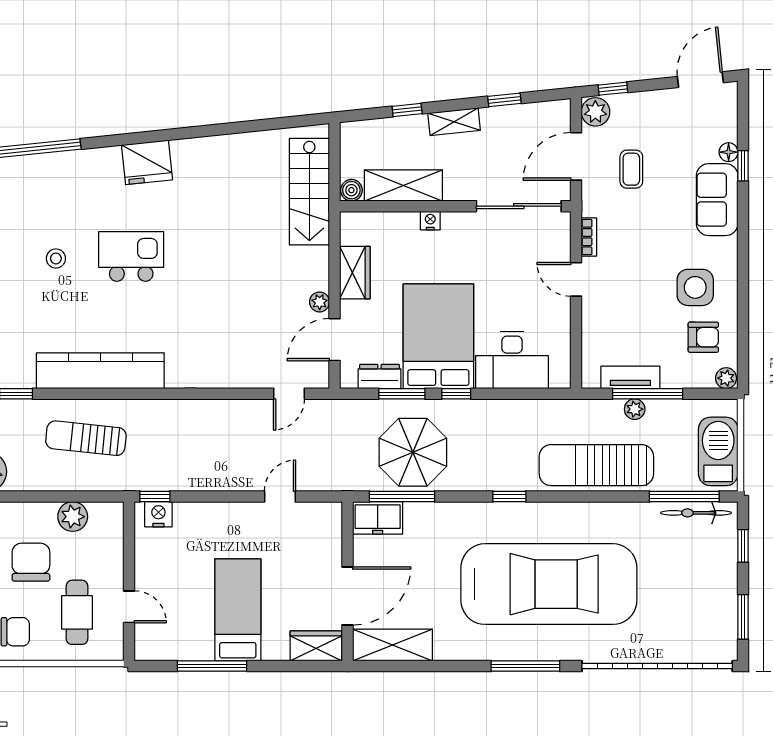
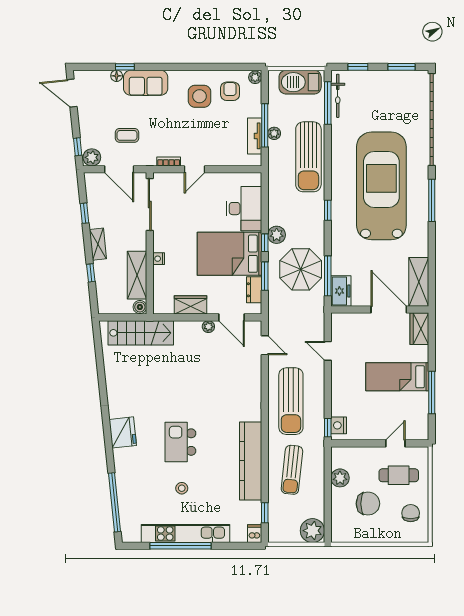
plant: (469, 413) -> (277, 235), added
sun lounger: (198, 437) -> (291, 401), added
chair: (31, 562) -> (368, 504), turned 180

